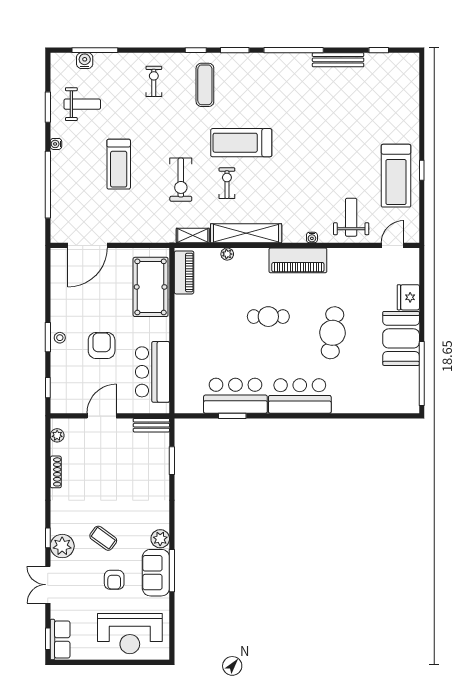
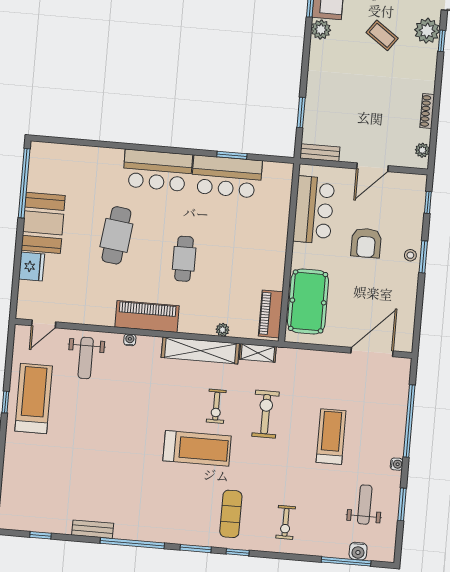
bench: (338, 60) -> (93, 529), width x0.73
weight bench: (82, 104) -> (365, 505), turned 90
cafe table: (268, 317) -> (184, 259), turned 90

